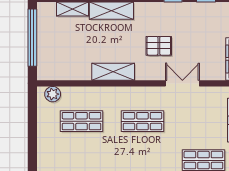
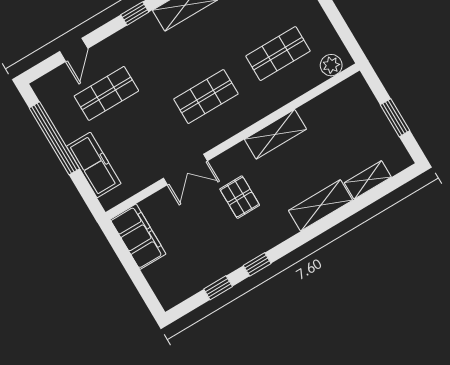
window: (32, 38) -> (395, 118), width x0.47
pallet: (159, 46) -> (240, 197), turned 90

